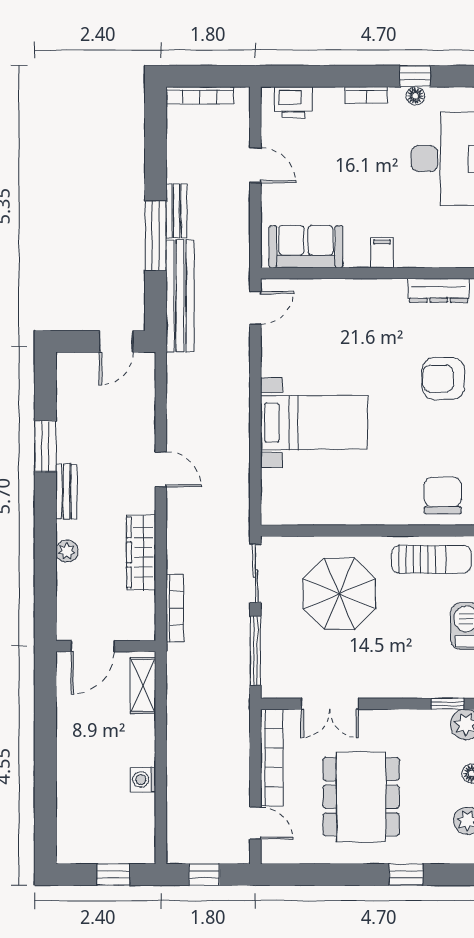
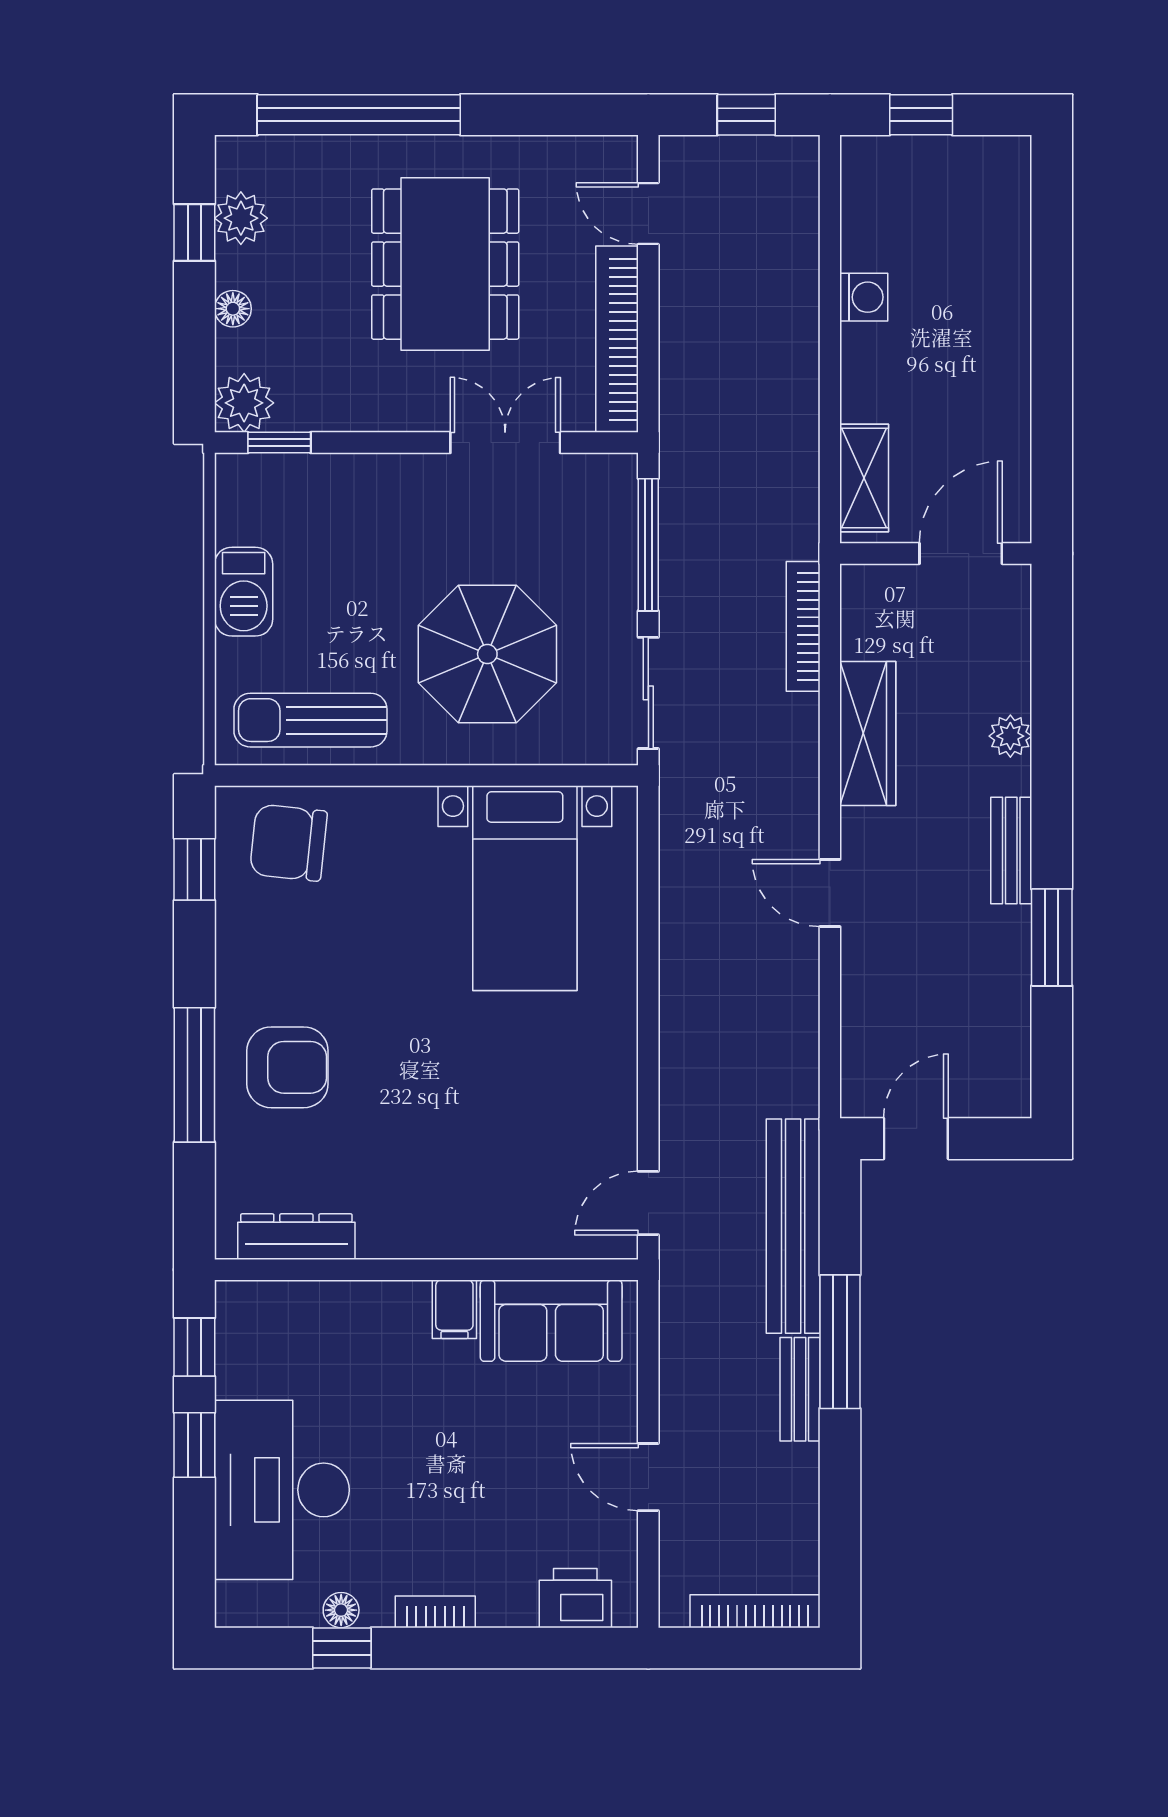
filing cabinet: (382, 253) -> (454, 1309), moved
bed with nightstands: (314, 422) -> (525, 888), moved, turned -90
chair: (443, 496) -> (288, 843), turned 96
window: (406, 875) -> (359, 115), width x3.17

